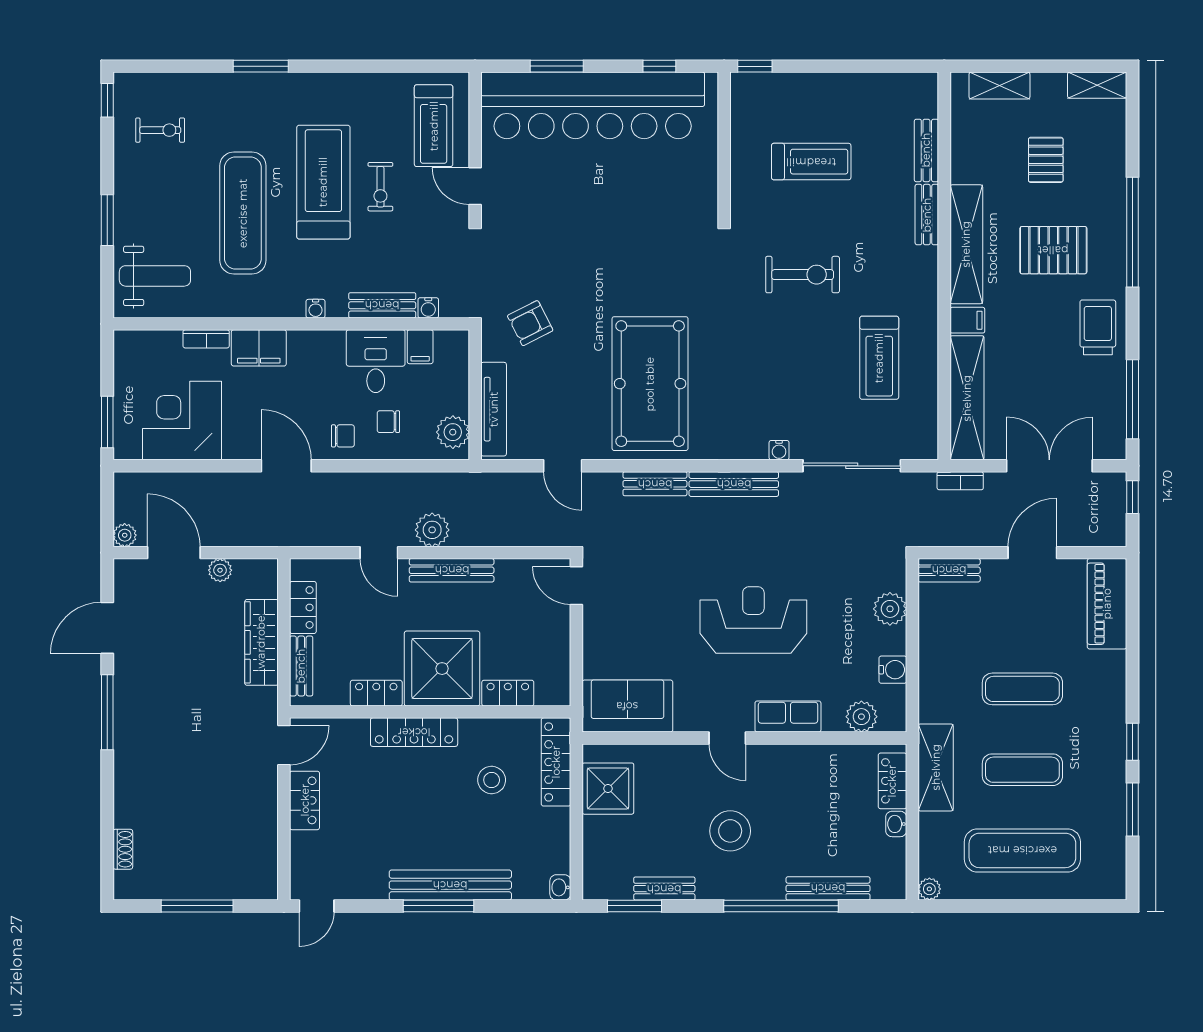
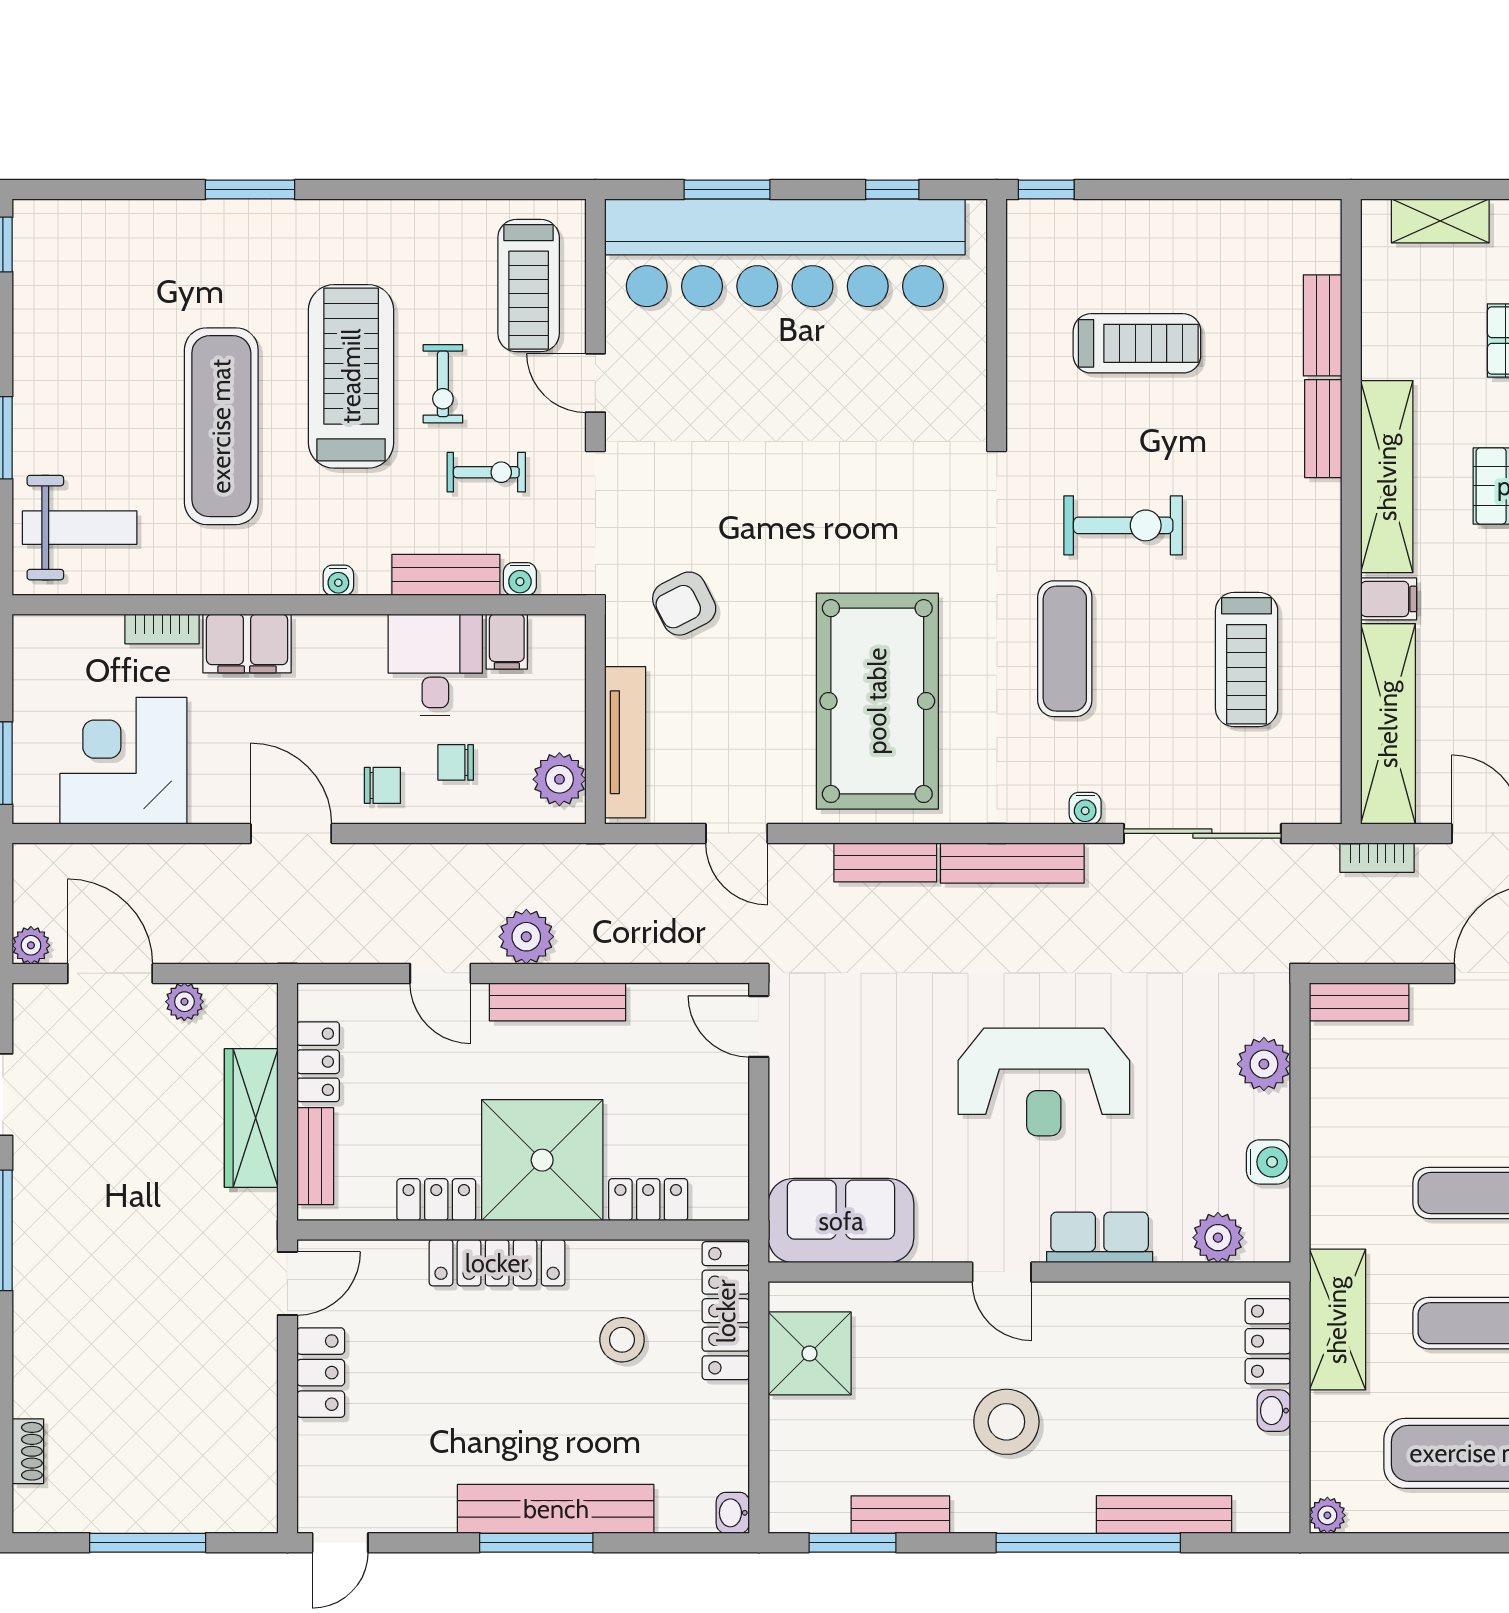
exercise bike: (160, 130) -> (486, 472), moved
exercise mat: (766, 351) -> (1065, 649), added
reception desk: (753, 620) -> (1044, 1082), turned 180

